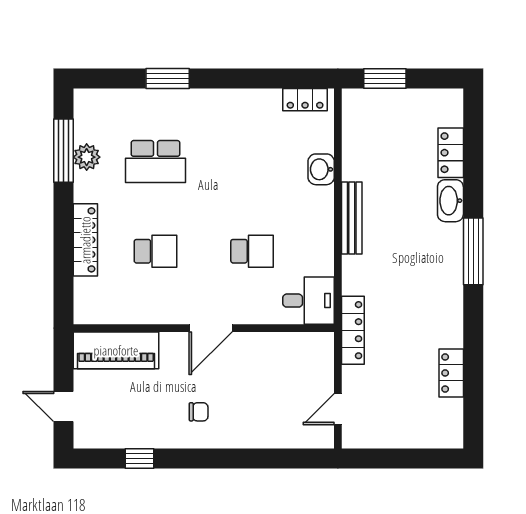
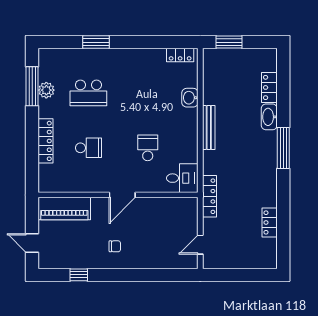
school desk: (252, 251) -> (148, 148), turned -90

